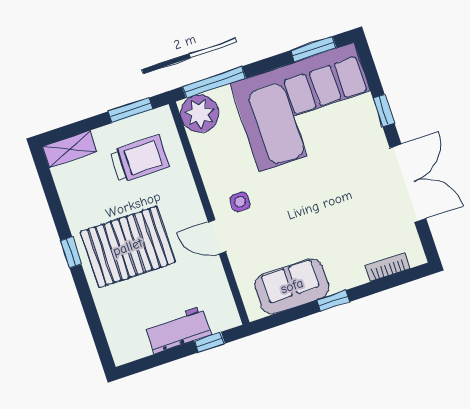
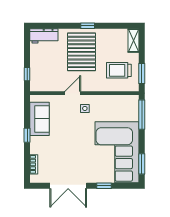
plant: (200, 114) -> (130, 104), removed
trolley: (140, 159) -> (119, 70), turned 90
workbench: (178, 330) -> (44, 36), moved, turned 90

